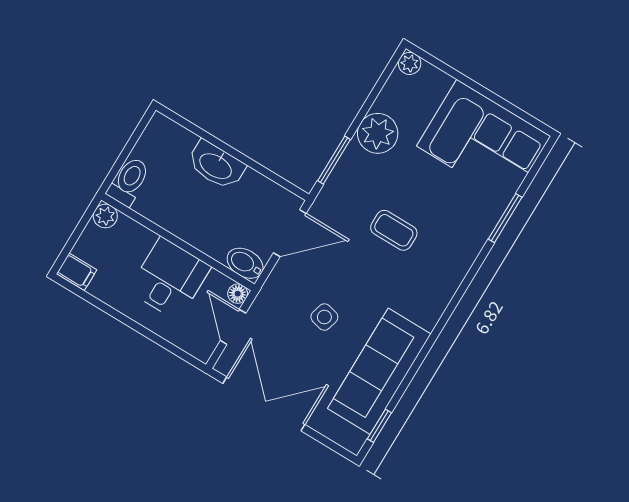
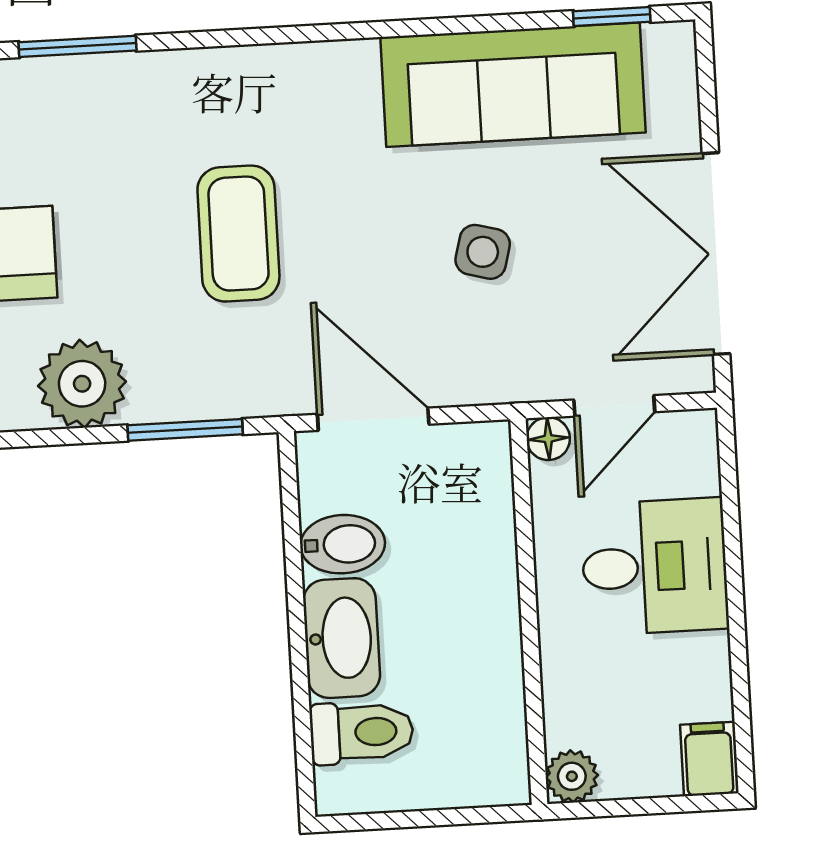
toilet: (129, 181) -> (362, 732), moved, turned 180
coffee table: (394, 230) -> (238, 234), width x1.36, depth x1.30
bidet: (245, 263) -> (343, 544), moved, turned -90
desk: (169, 279) -> (655, 567), moved, turned 180

